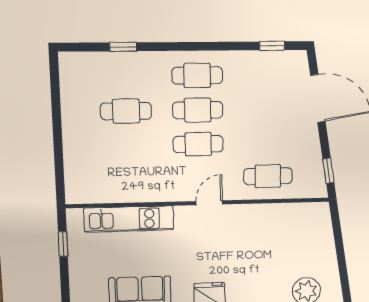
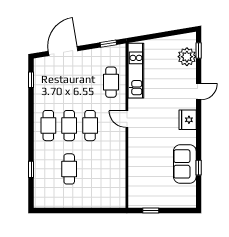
kitchen unit: (129, 219) -> (136, 71), moved

